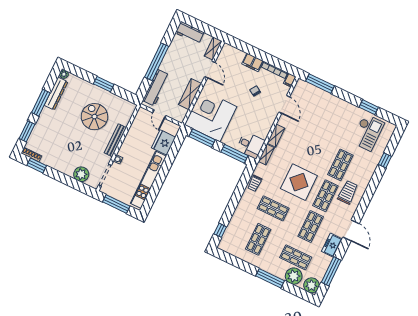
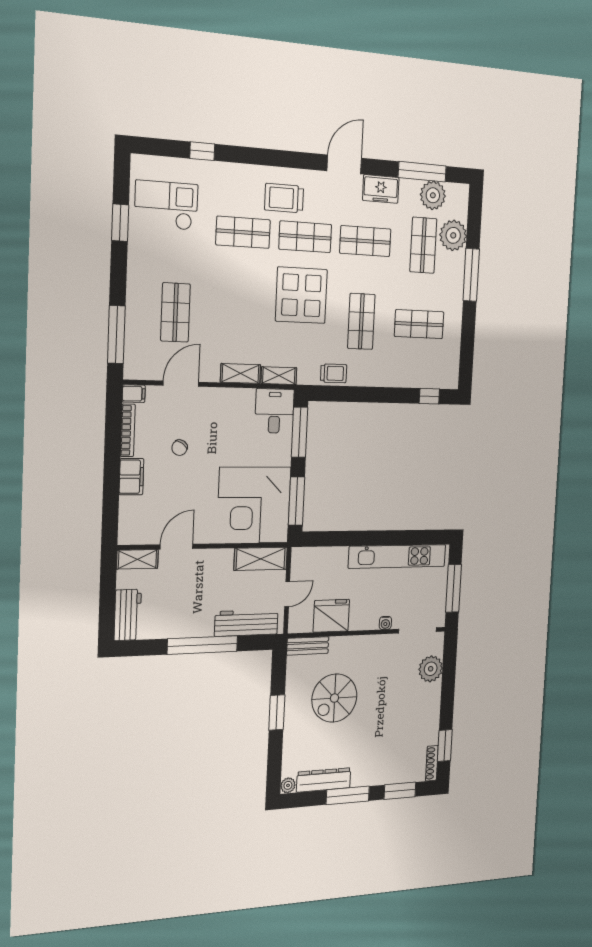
shelving: (190, 94) -> (261, 559), moved
shop shelf: (318, 116) -> (175, 312), added
bench: (115, 140) -> (308, 646), moved, width x0.73
fridge: (163, 142) -> (331, 616), moved, turned 180
plant: (311, 285) -> (433, 195), moved

